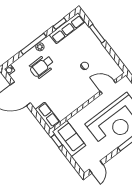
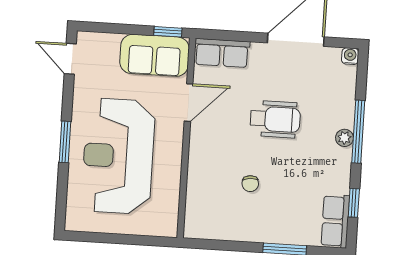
row of seats: (67, 28) -> (335, 221), width x0.68
wheelchair: (42, 66) -> (275, 119), moved, turned 90
door: (108, 87) -> (189, 103), moved

